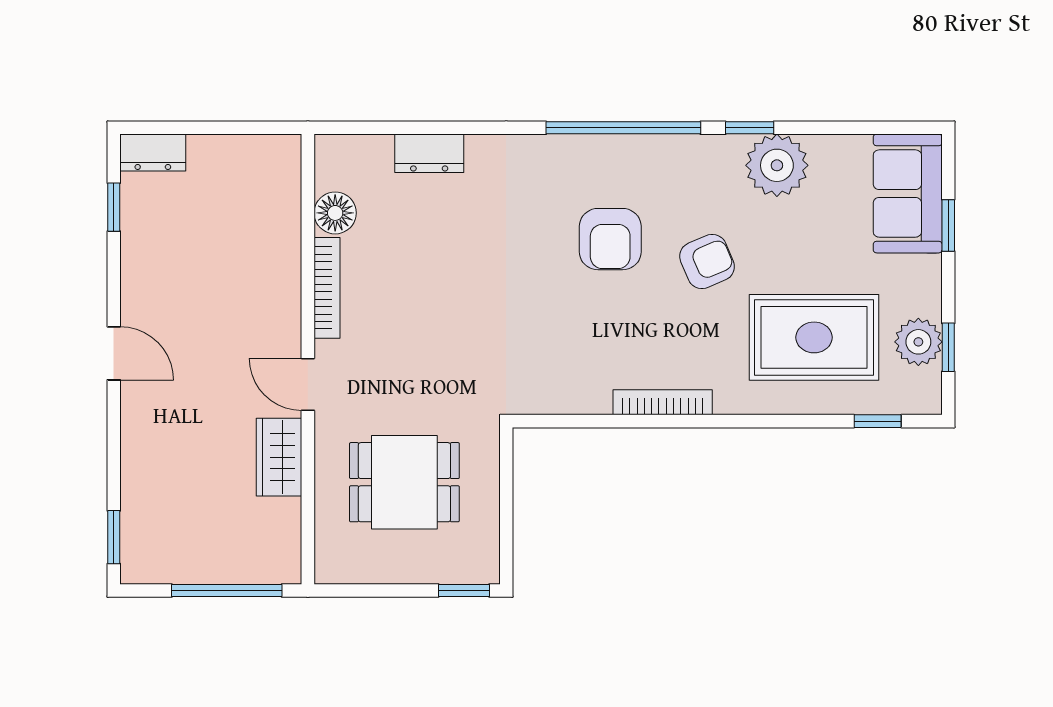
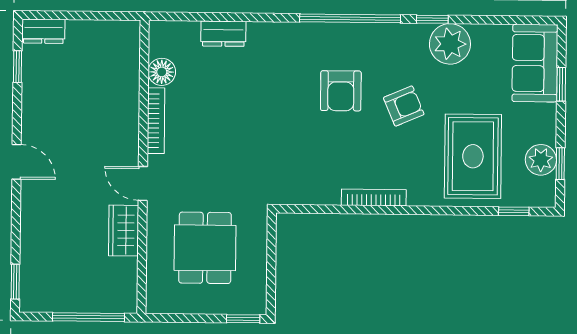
rug: (814, 337) -> (473, 156), turned 90
dining table: (404, 482) -> (205, 248), turned 90

